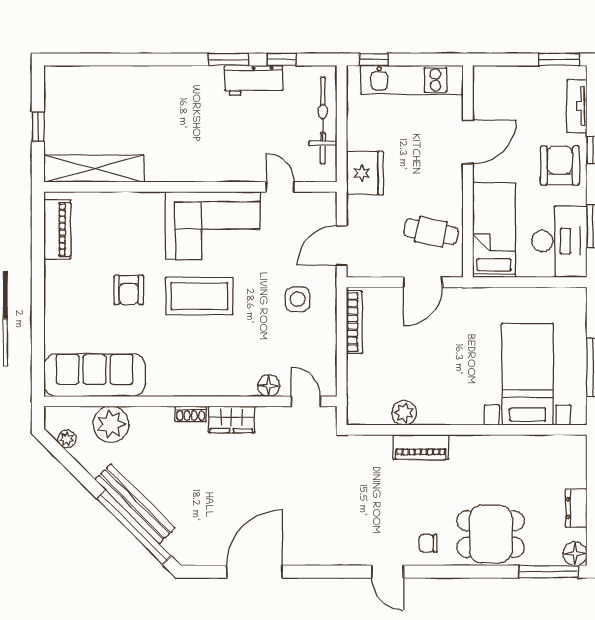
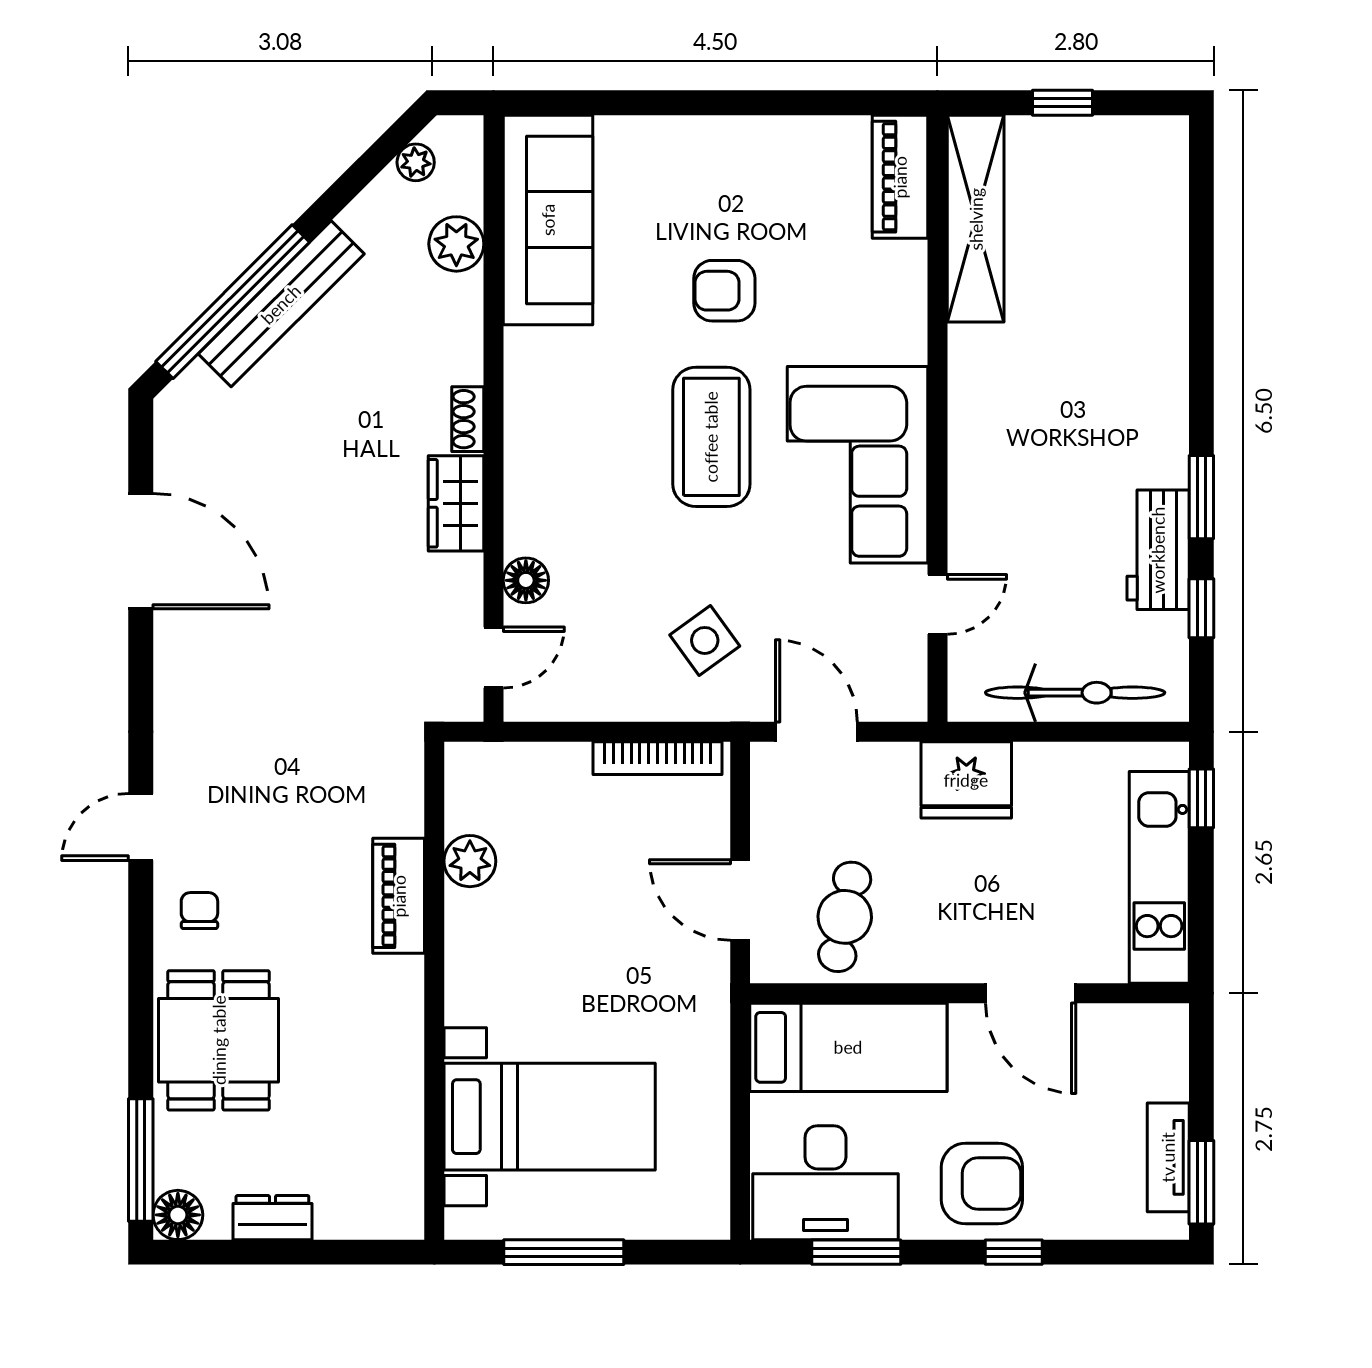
tv unit: (577, 106) -> (1168, 1157), moved, turned -90
piano: (57, 229) -> (900, 177), moved, turned 90
side table: (298, 299) -> (705, 640), turned -36
plant: (111, 424) -> (456, 244), width x0.73, depth x0.73

